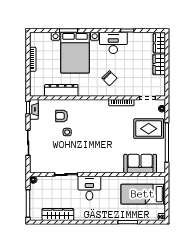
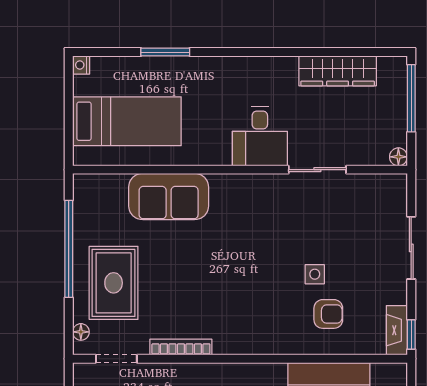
rug: (149, 129) -> (114, 283), turned 90
sofa: (140, 164) -> (169, 197), moved

